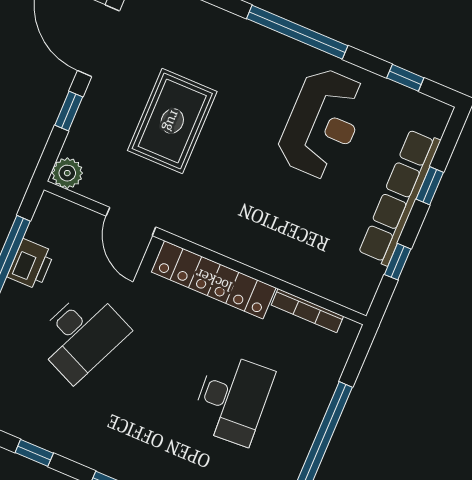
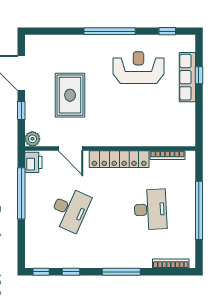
reception desk: (322, 123) -> (138, 68), turned -90
row of seats: (399, 197) -> (187, 77), width x0.73
window: (398, 262) -> (199, 116), removed
printer: (31, 264) -> (33, 162), moved

